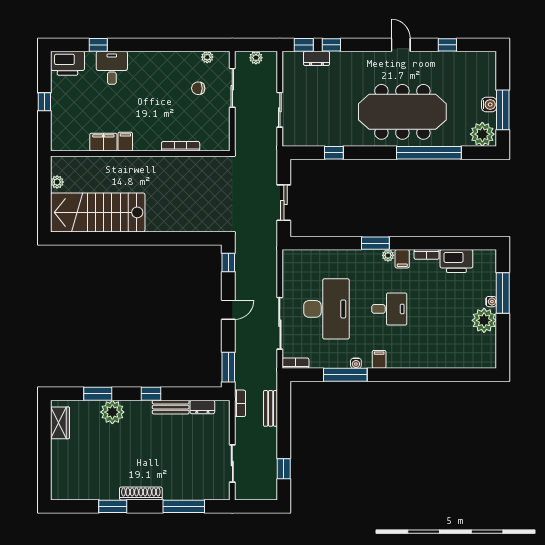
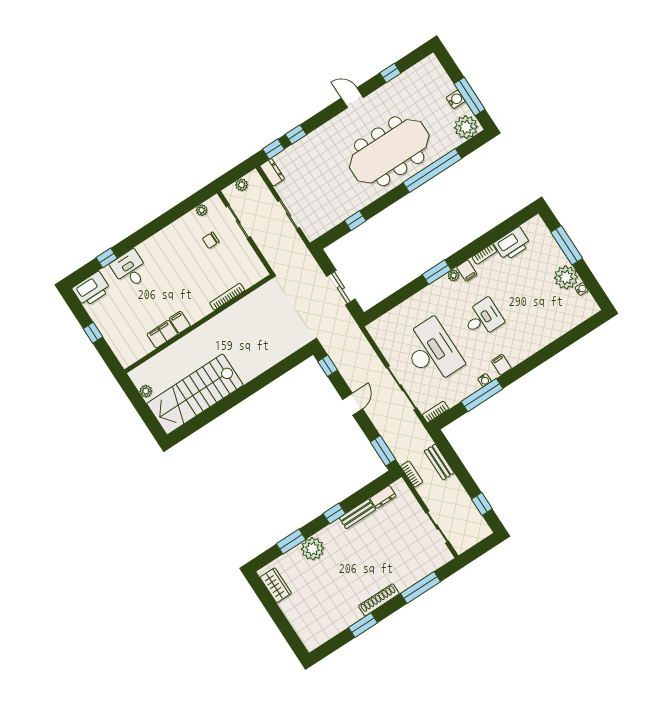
dresser: (316, 58) -> (272, 172), moved, turned -90
water cooler: (491, 302) -> (582, 289), moved

